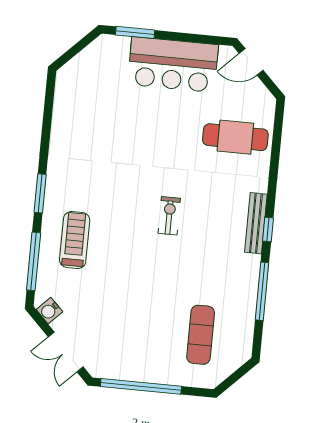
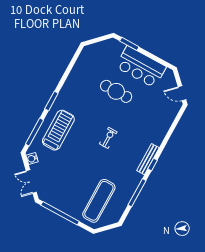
door: (251, 62) -> (182, 93), moved
cafe table: (235, 137) -> (116, 91), moved
treadmill: (75, 240) -> (58, 130), width x1.37, depth x1.38
exercise mat: (201, 335) -> (99, 201), width x1.36, depth x1.45

